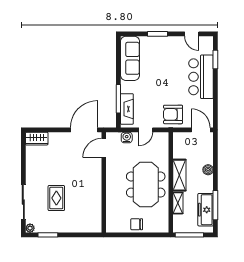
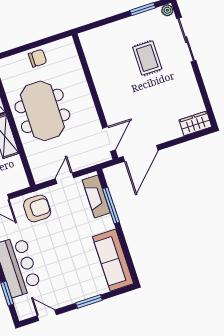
water cooler: (127, 138) -> (85, 161), removed

